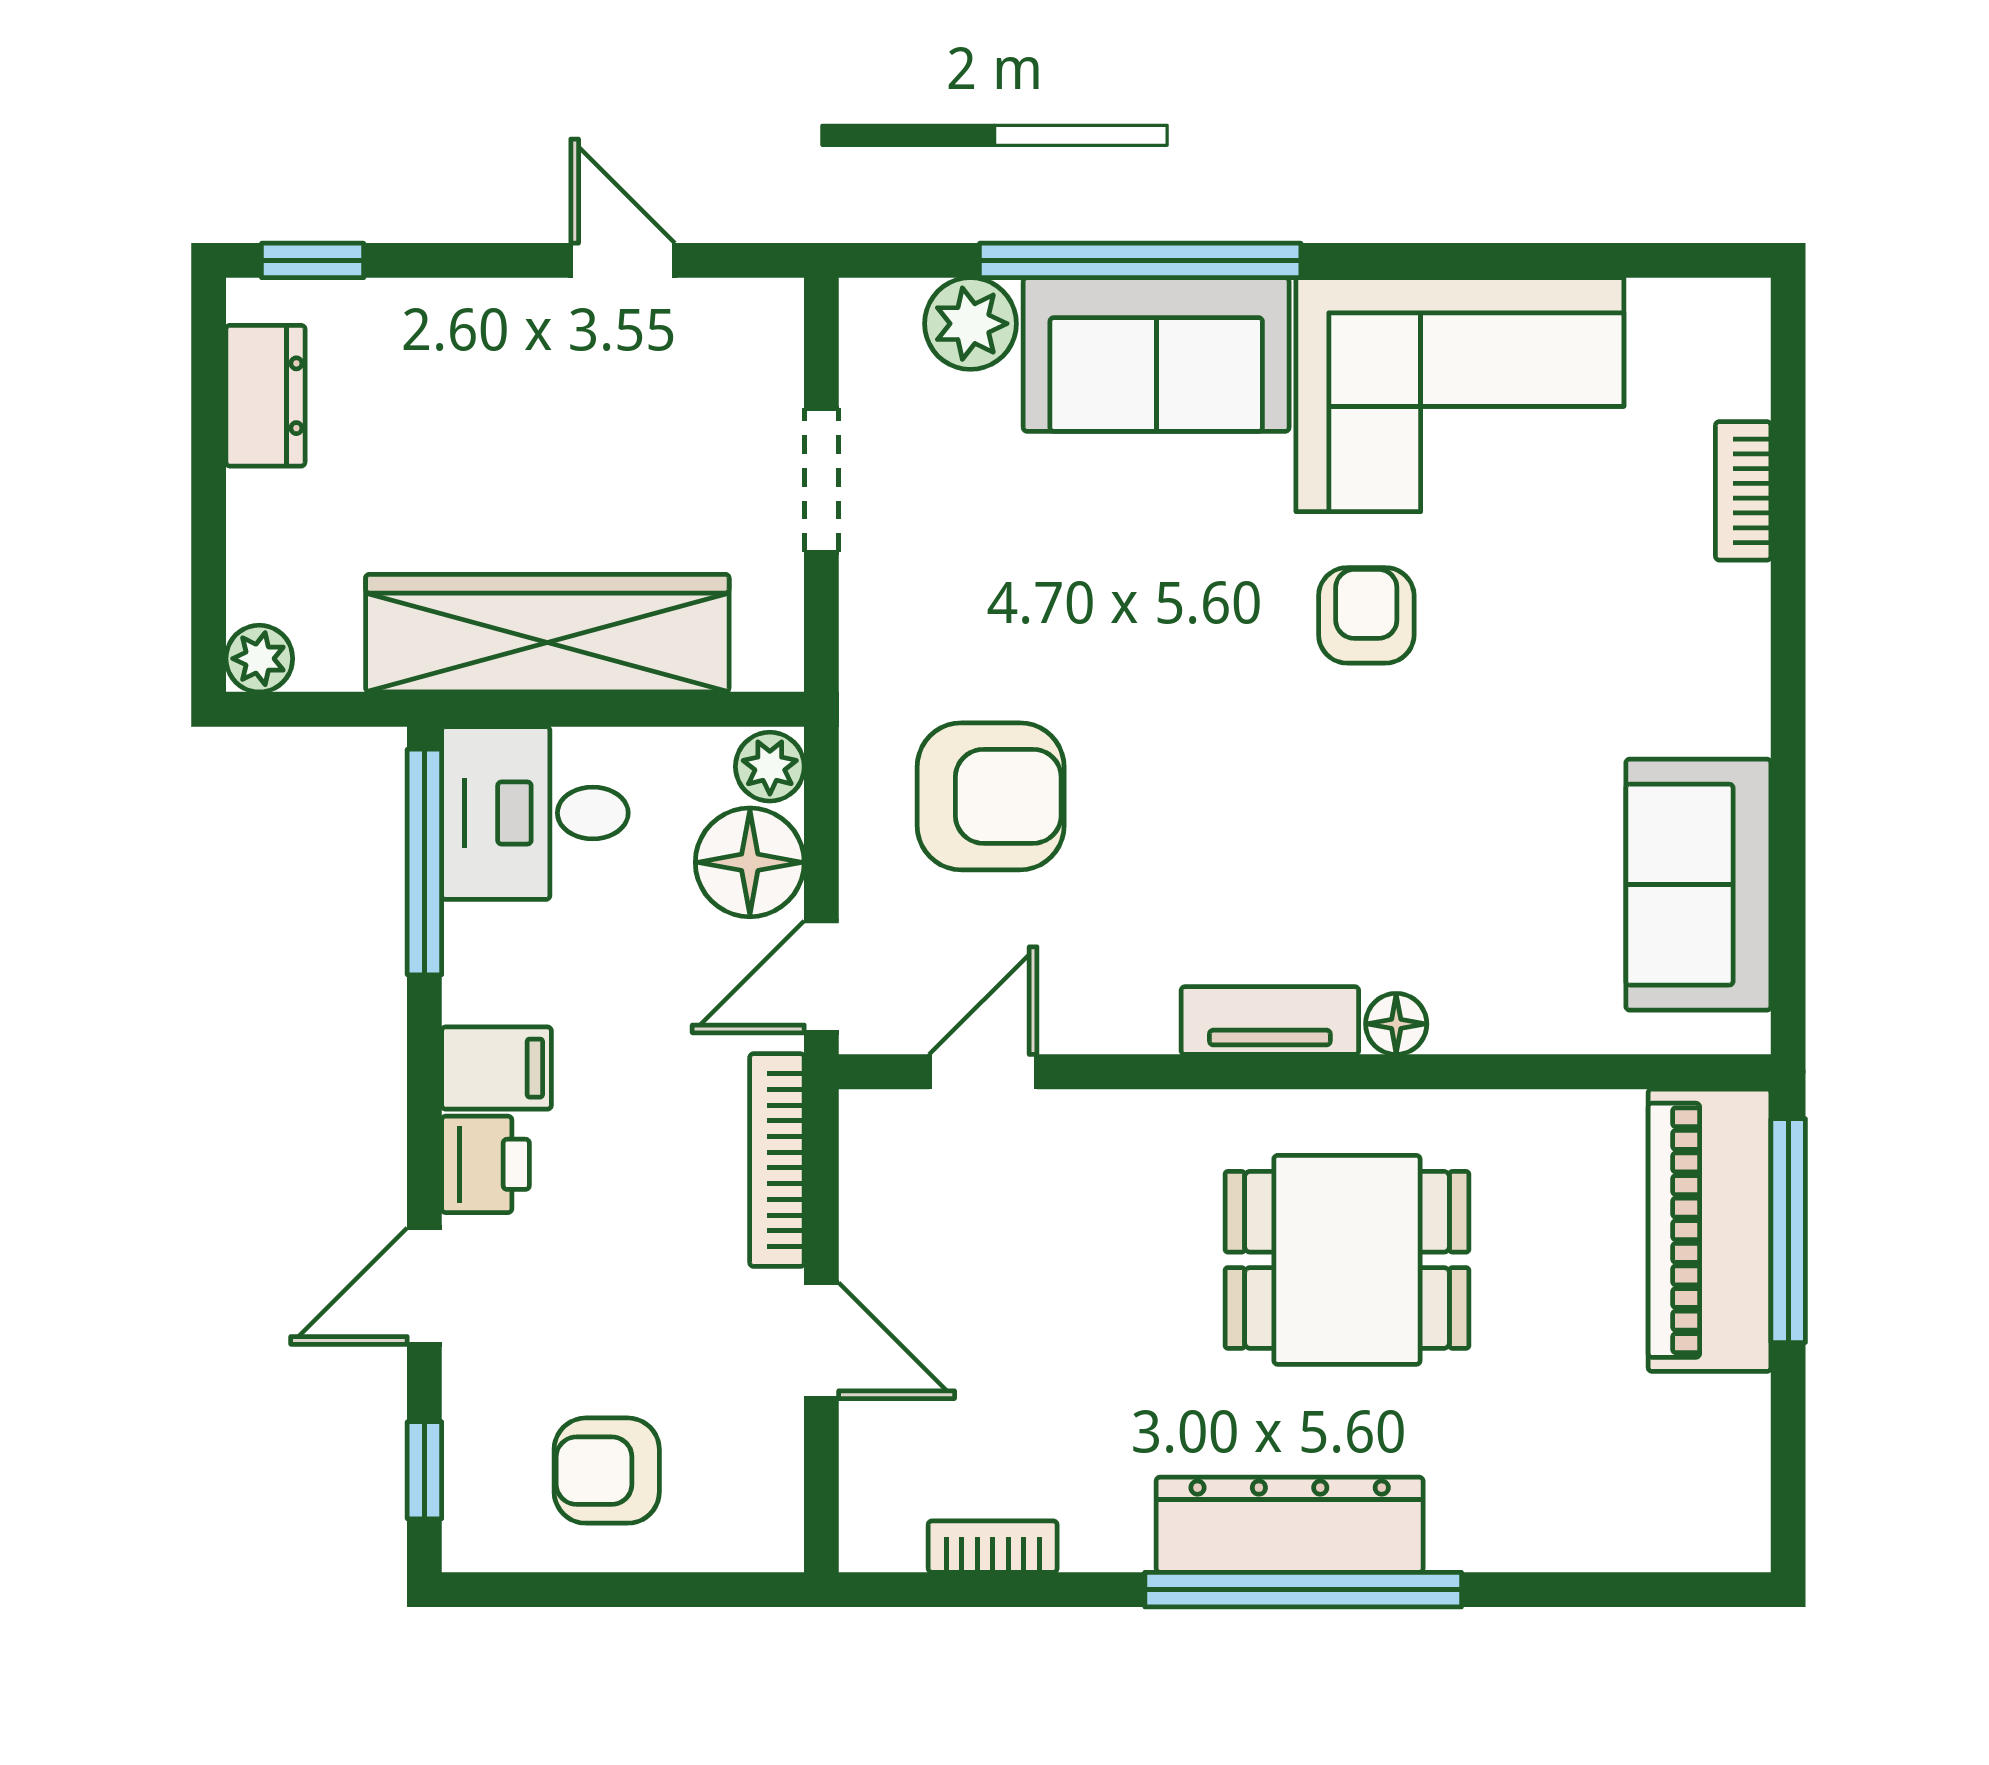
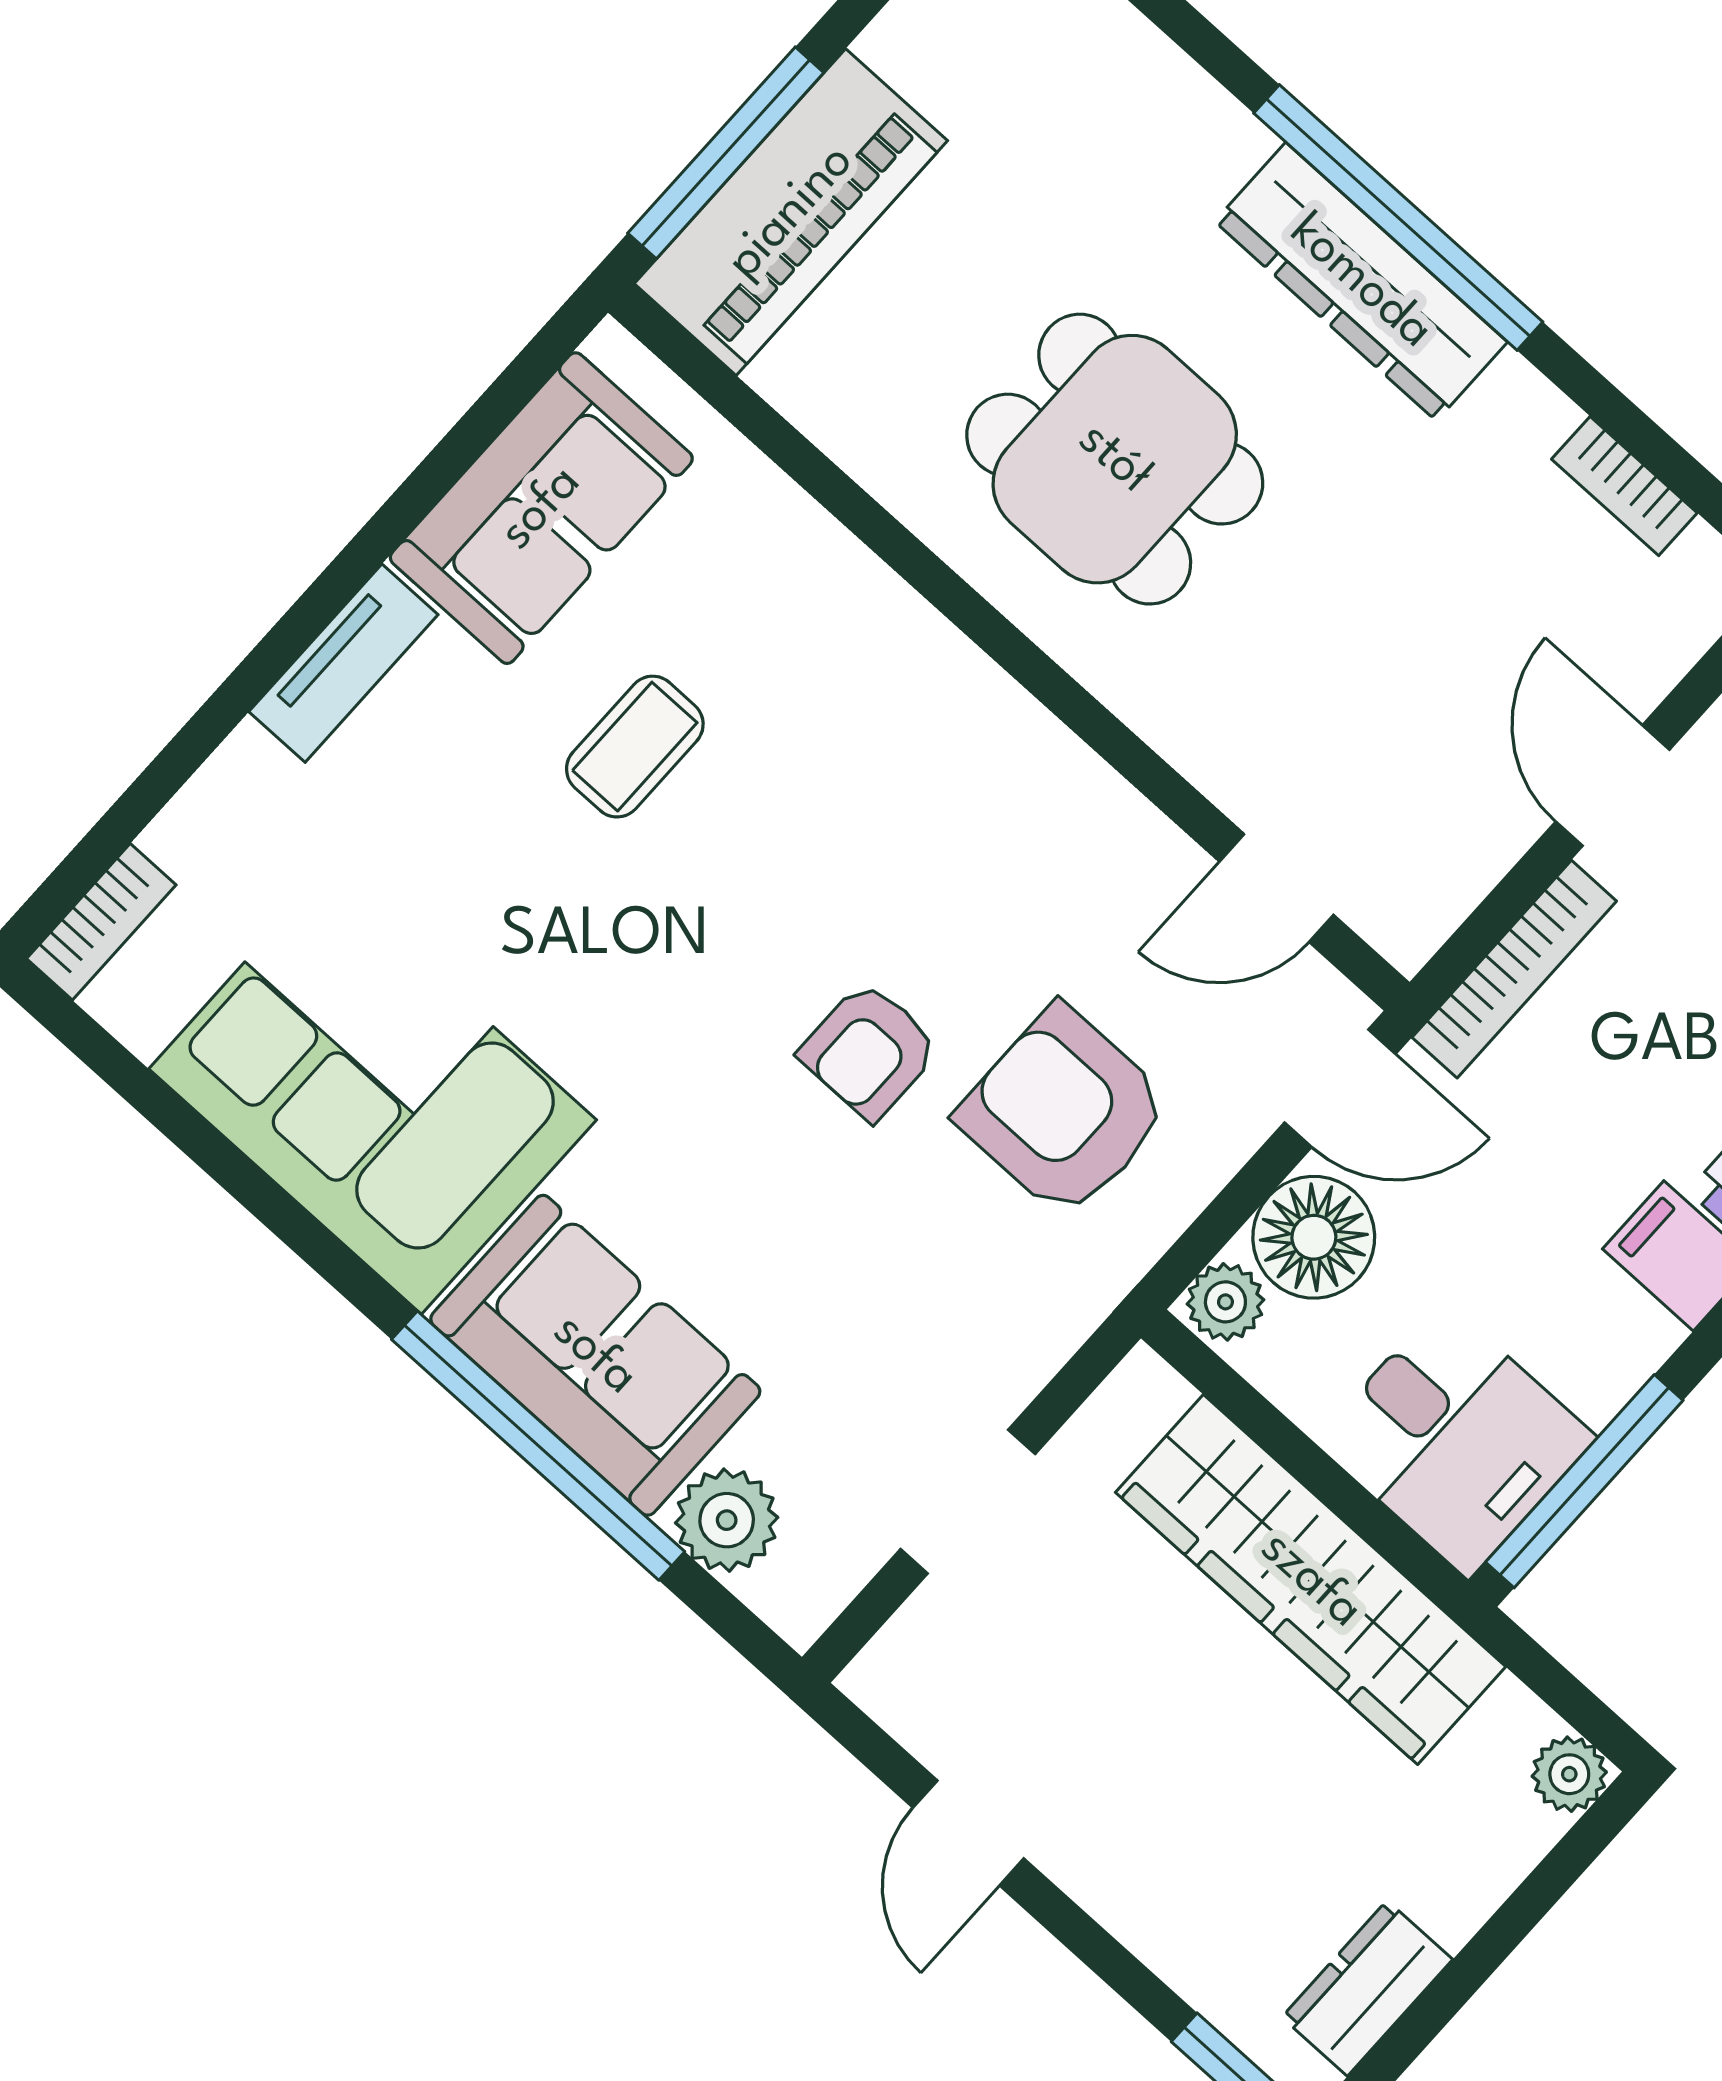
bookcase: (1743, 491) -> (101, 922), moved
armchair: (1366, 615) -> (869, 1051), moved
coffee table: (1494, 782) -> (635, 747), added
tv unit: (1270, 1021) -> (343, 663), moved, turned -90
floor lamp: (1396, 1024) -> (897, 619), removed

